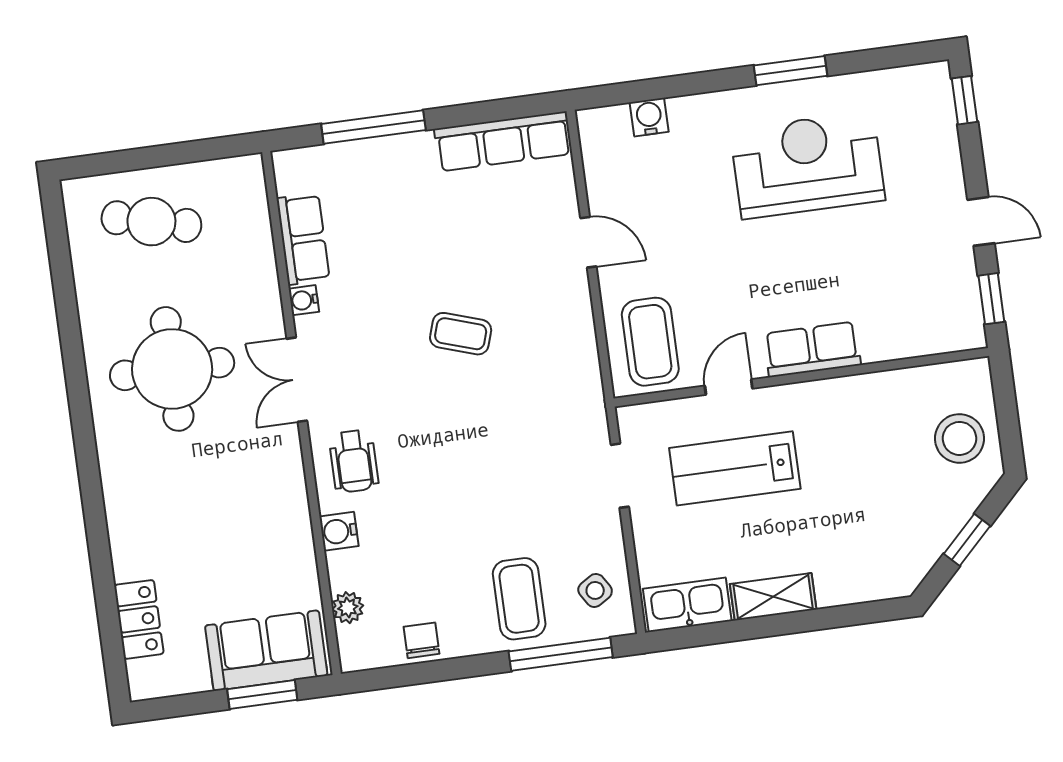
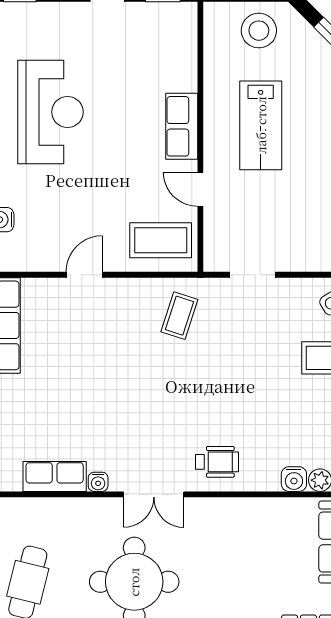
reception desk: (808, 165) -> (51, 112), turned 180
coffee table: (461, 334) -> (179, 316), moved
lab bench: (735, 468) -> (261, 125), moved
water cooler: (339, 531) -> (294, 479), moved

